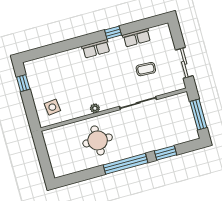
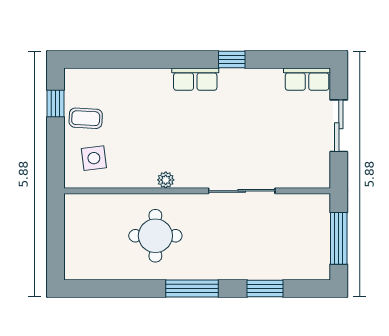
row of seats: (137, 38) -> (307, 79), moved
sliding door: (184, 63) -> (339, 126), moved
coffee table: (146, 69) -> (86, 118), moved
window: (125, 164) -> (192, 289), width x0.68

